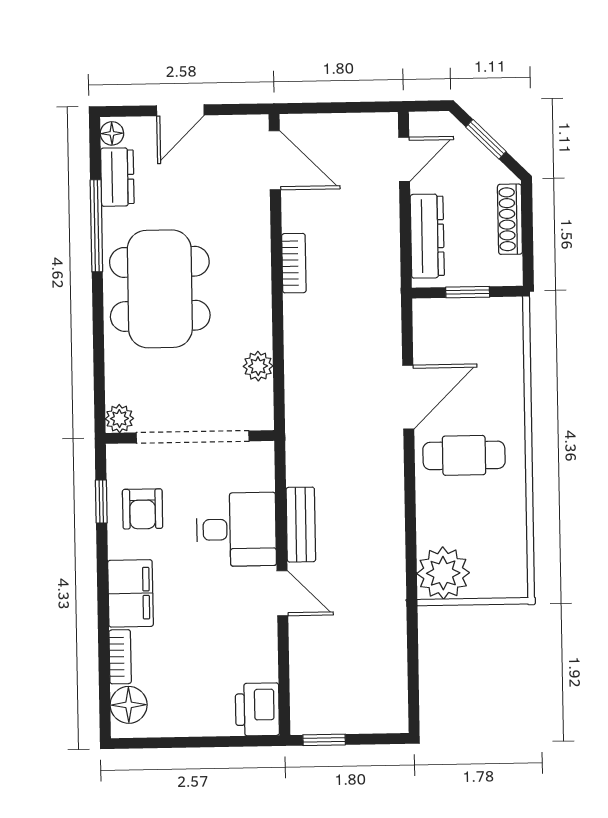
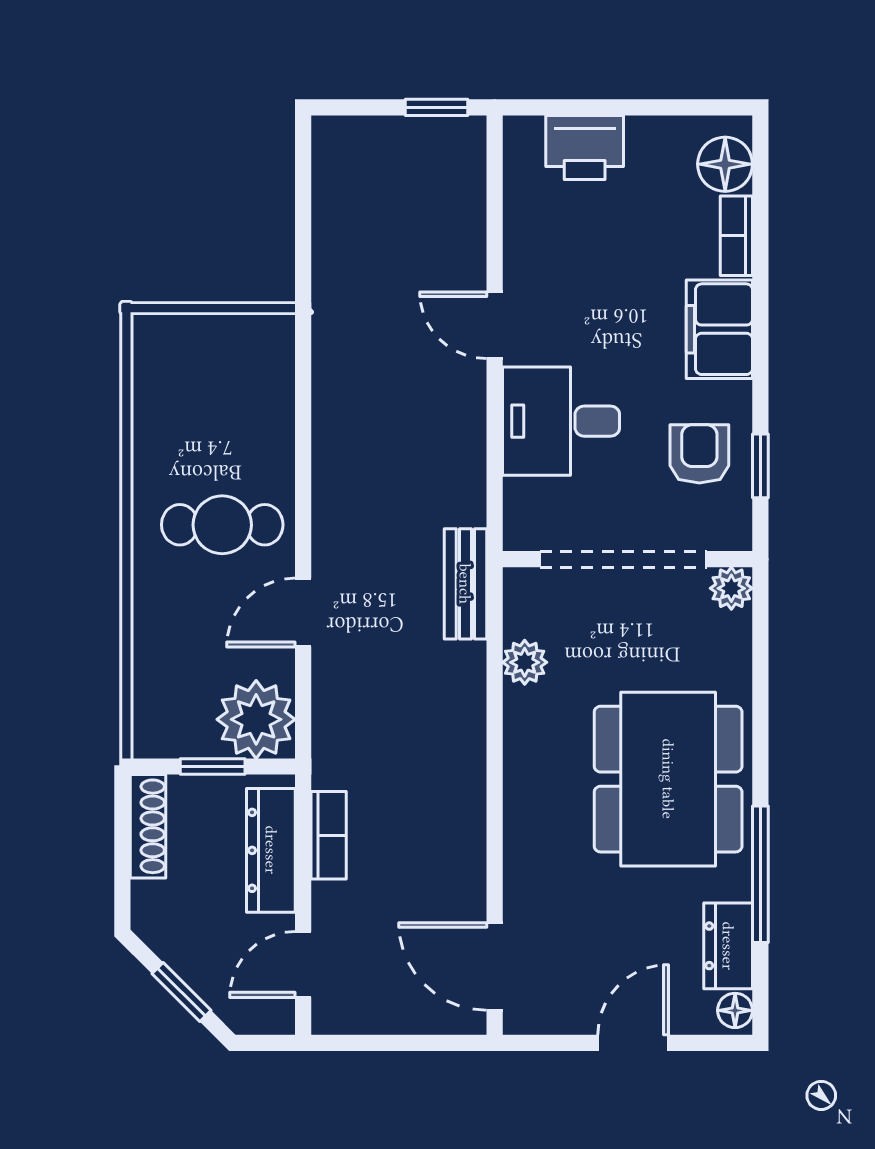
shoe rack: (510, 219) -> (148, 826), moved
bookcase: (294, 263) -> (329, 835), moved, turned 180
door: (408, 397) -> (303, 613), width x0.73
bench: (301, 525) -> (465, 584), moved
plant: (443, 573) -> (256, 719), moved
printer: (257, 709) -> (585, 147), moved, turned 90

